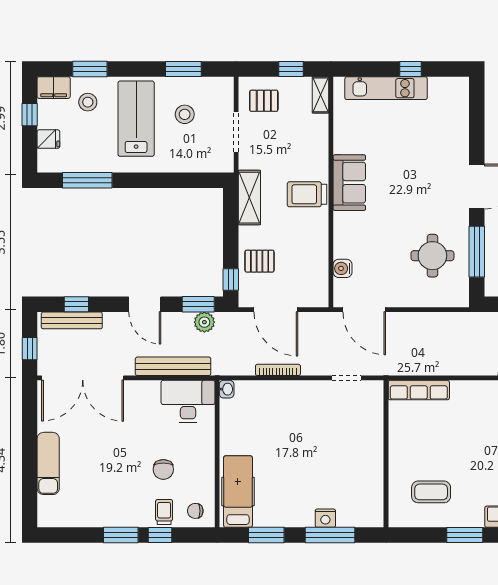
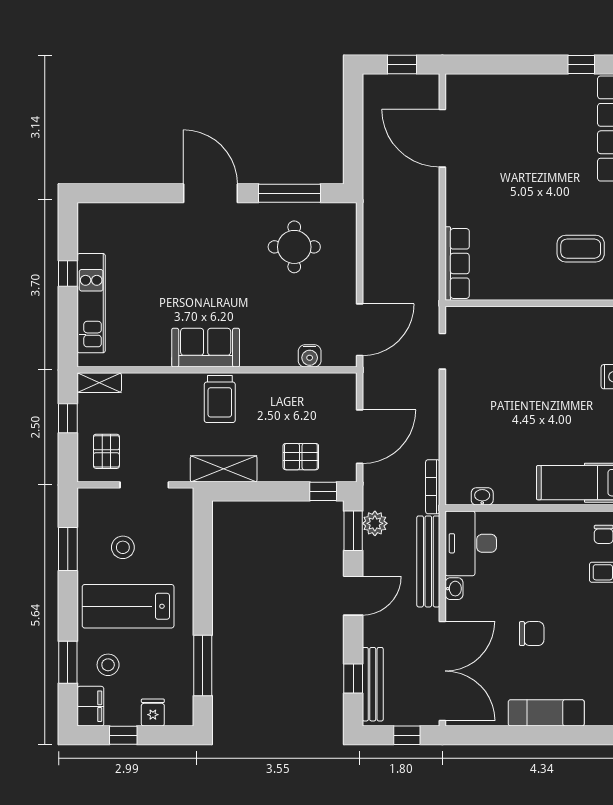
pallet: (260, 261) -> (301, 457), turned 90
bookcase: (278, 370) -> (433, 487), moved
washbasin: (151, 388) -> (454, 589), added
washbasin: (227, 389) -> (482, 496), moved
chair: (163, 469) -> (532, 634), moved
coffee table: (431, 492) -> (581, 249), turned 90

